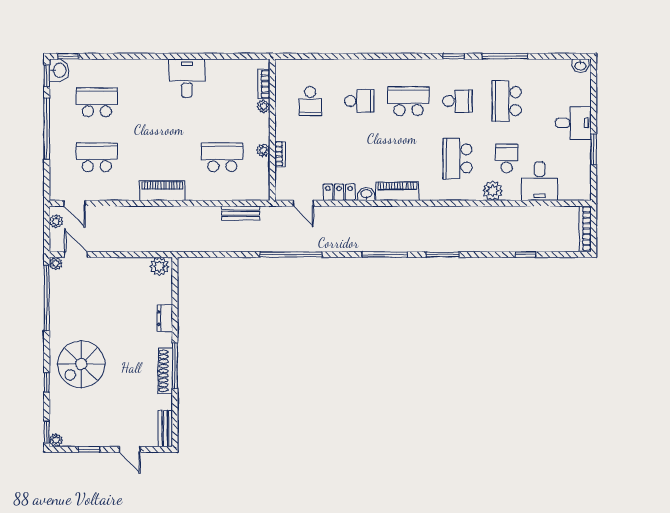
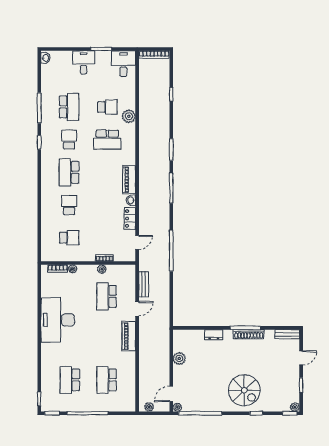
washbasin: (59, 70) -> (49, 405), removed
desk: (187, 78) -> (58, 320), width x1.87, depth x1.30
school desk: (507, 101) -> (69, 107), turned -90
school desk: (507, 158) -> (107, 107), turned 180
desk: (540, 181) -> (123, 64), moved, turned -90
door: (74, 203) -> (137, 309), moved
plant: (159, 267) -> (179, 358), moved

